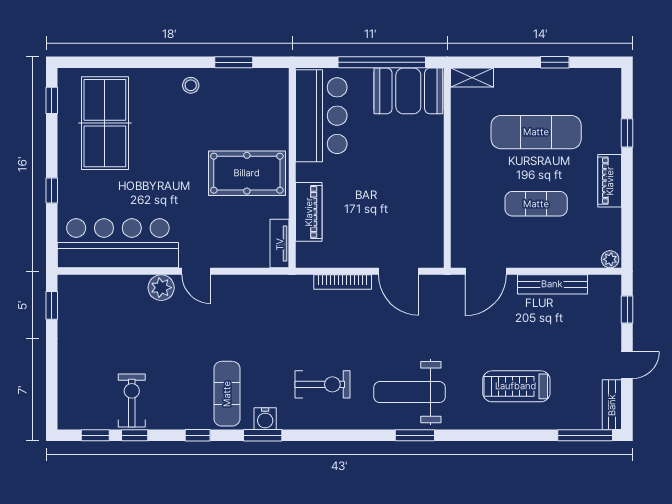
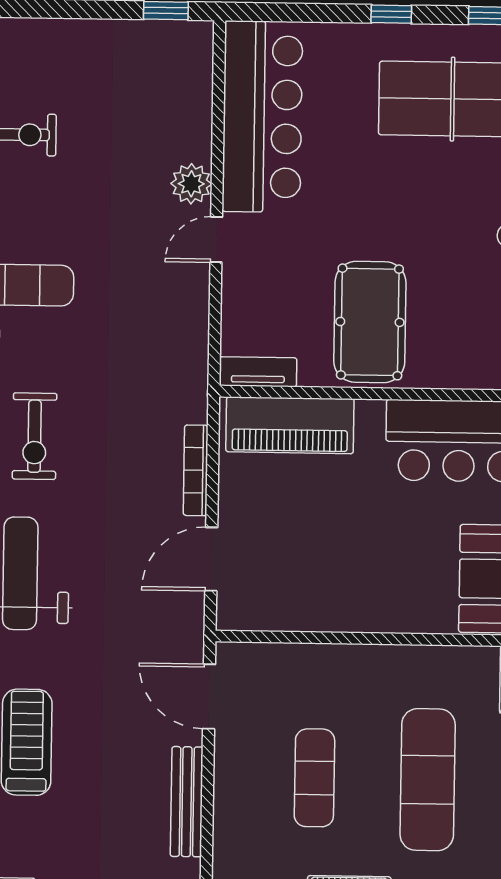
window: (52, 191) -> (391, 14), moved
piano: (309, 212) -> (290, 425), width x1.37, depth x1.33

